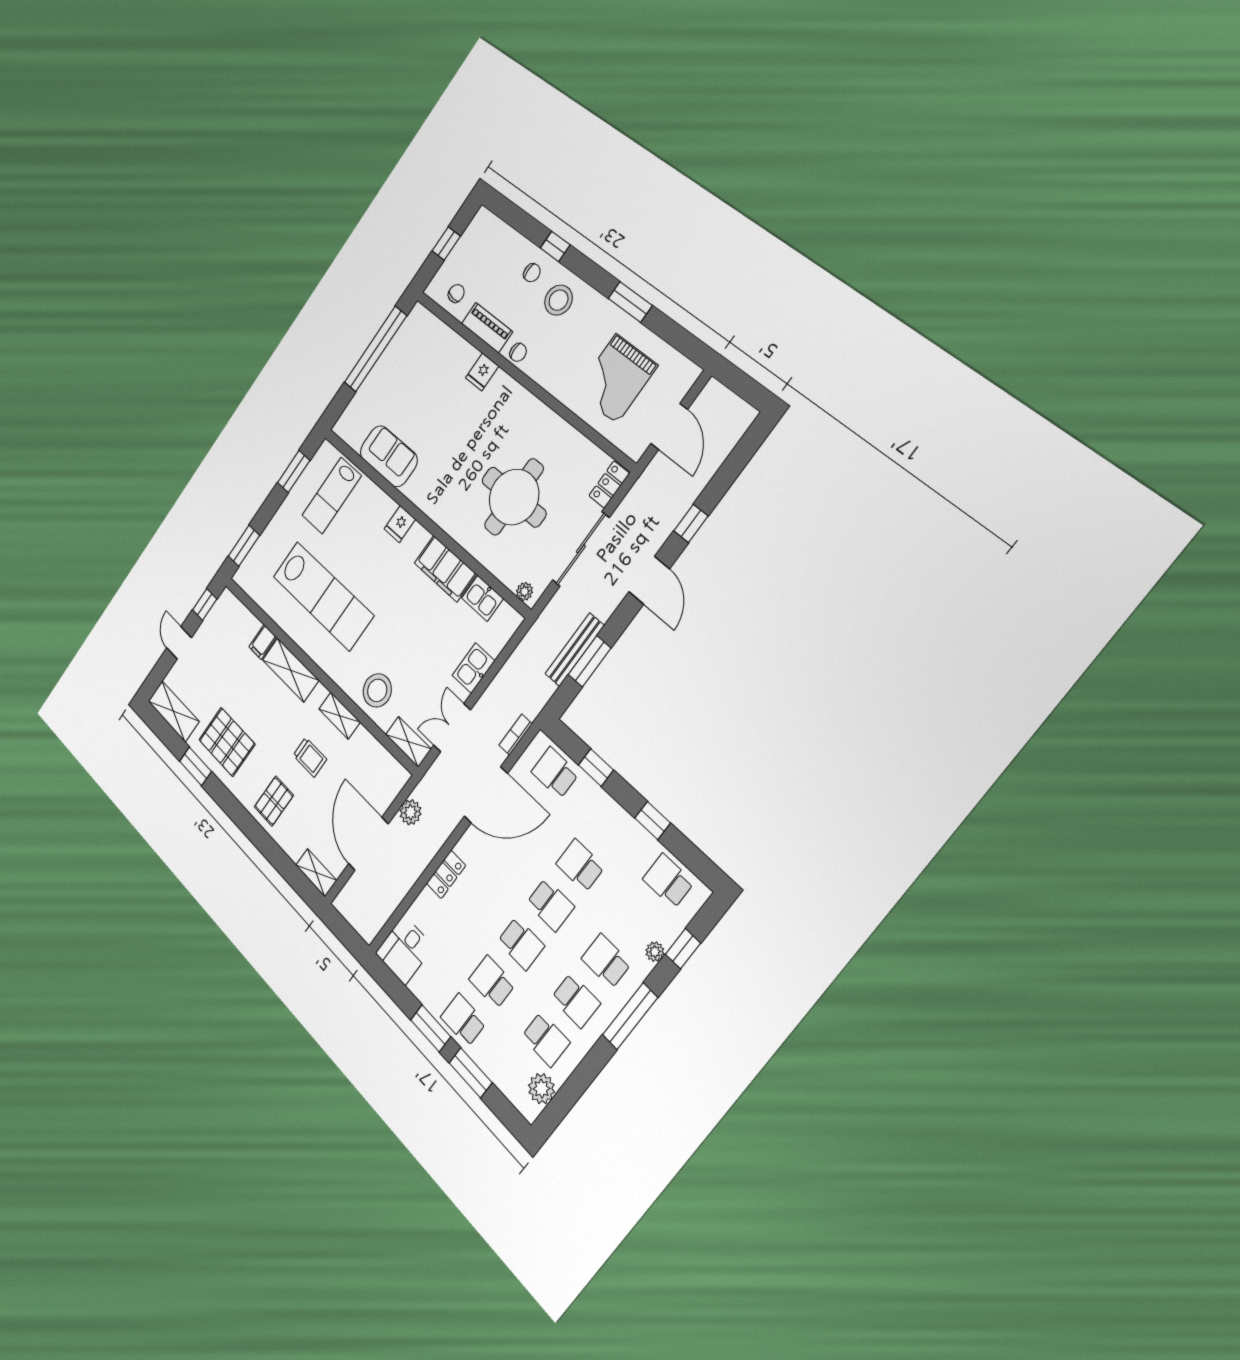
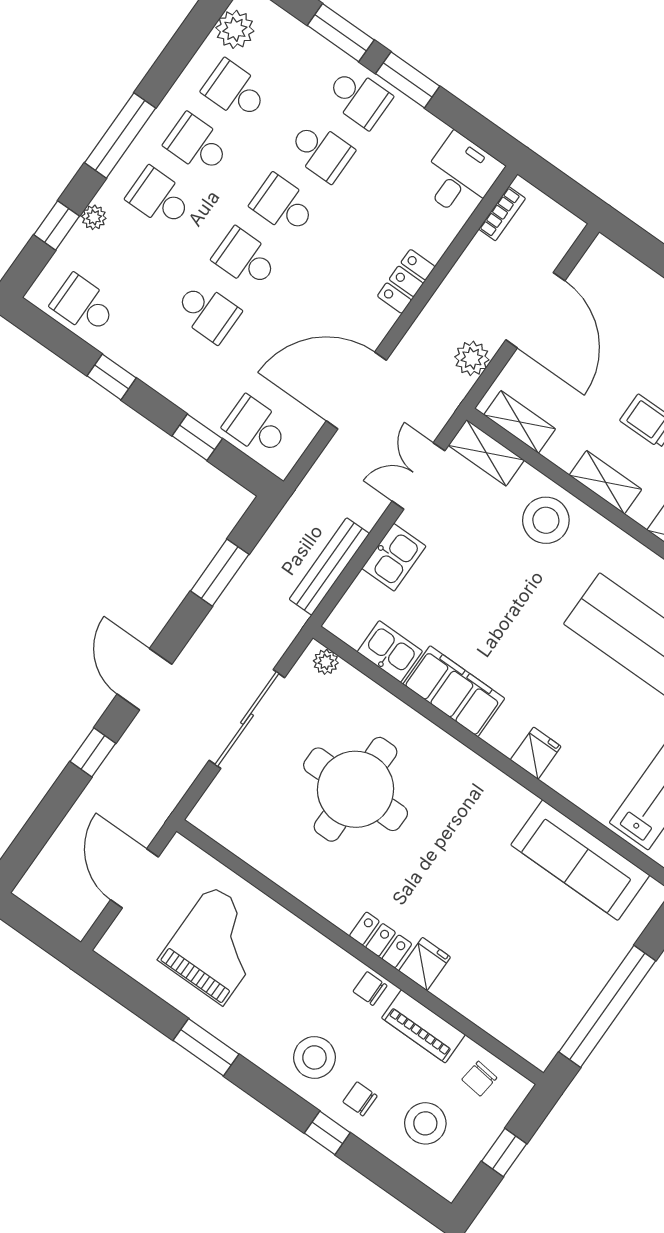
stool: (492, 259) -> (425, 1123), added
sofa: (389, 456) -> (580, 860), width x1.36
locker: (609, 485) -> (381, 940), moved, turned -90
bench: (575, 650) -> (329, 566), moved
double door: (452, 728) -> (418, 476), swing flipped
bookcase: (516, 735) -> (502, 214), moved
school desk: (555, 773) -> (256, 427), turned 180
shelving: (316, 873) -> (520, 422), moved
school desk: (668, 881) -> (84, 305), turned 180
school desk: (606, 961) -> (159, 198), turned 180

